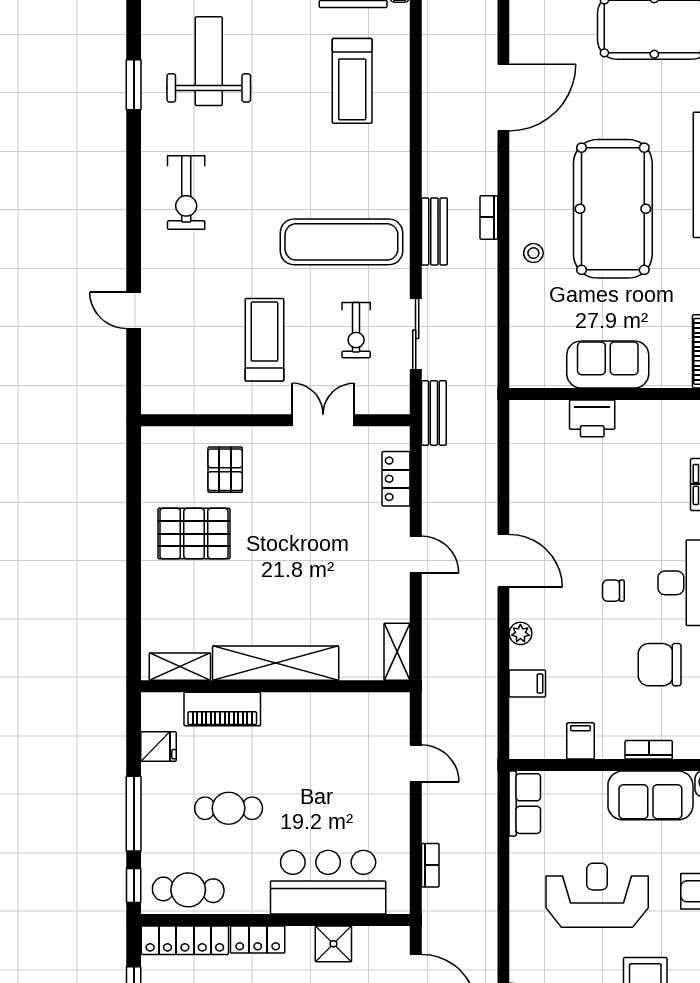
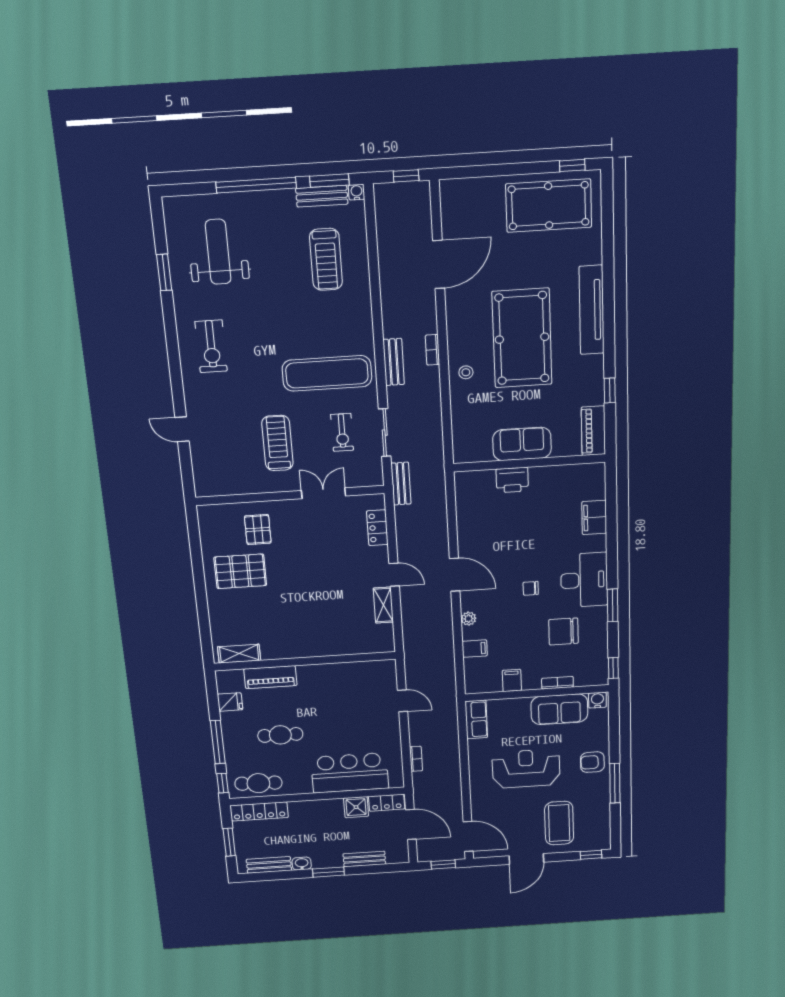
shelving: (397, 652) -> (383, 605), moved
shelving: (276, 663) -> (304, 647), removed
locker: (258, 939) -> (387, 803), moved

